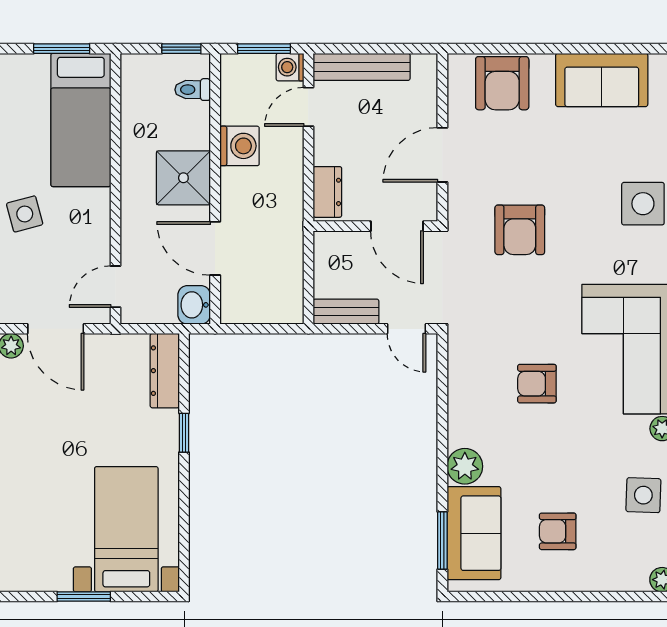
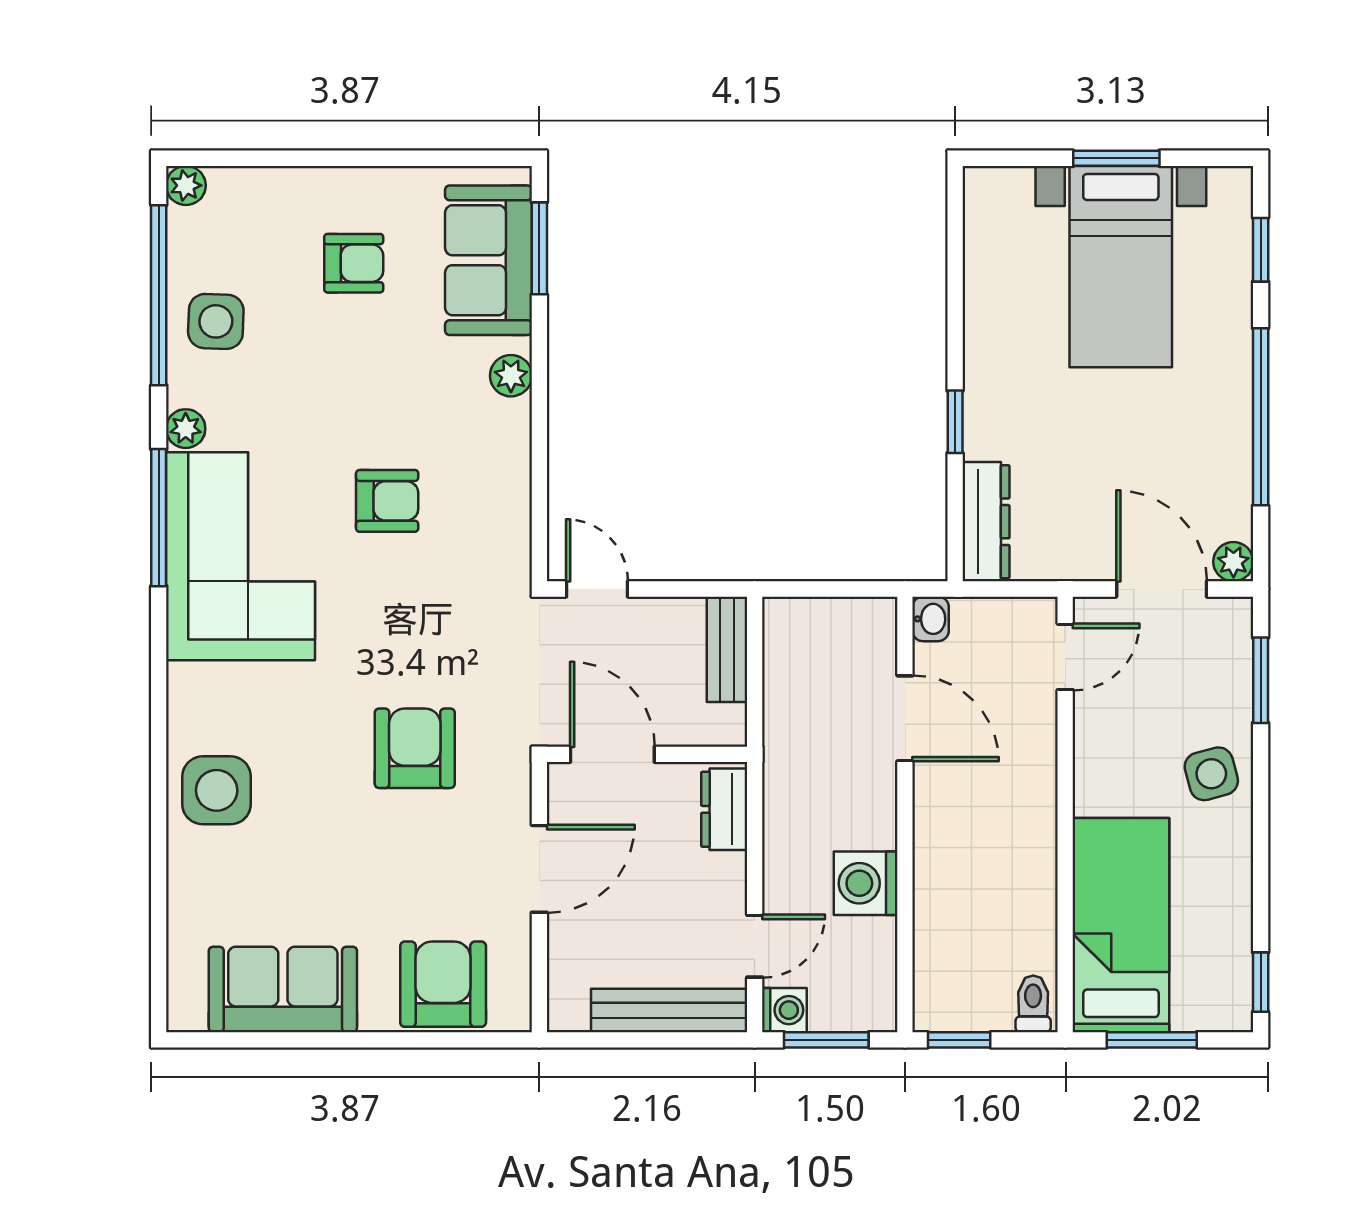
toilet: (193, 90) -> (1033, 1004), moved, turned -90
shower: (183, 178) -> (956, 832), removed
washbasin: (194, 305) -> (931, 619), width x0.72, depth x0.69
bench: (346, 312) -> (727, 649), moved, turned 90
plant: (465, 466) -> (511, 376), width x0.73, depth x0.73
bed with nightstands: (126, 529) -> (1121, 267), moved

